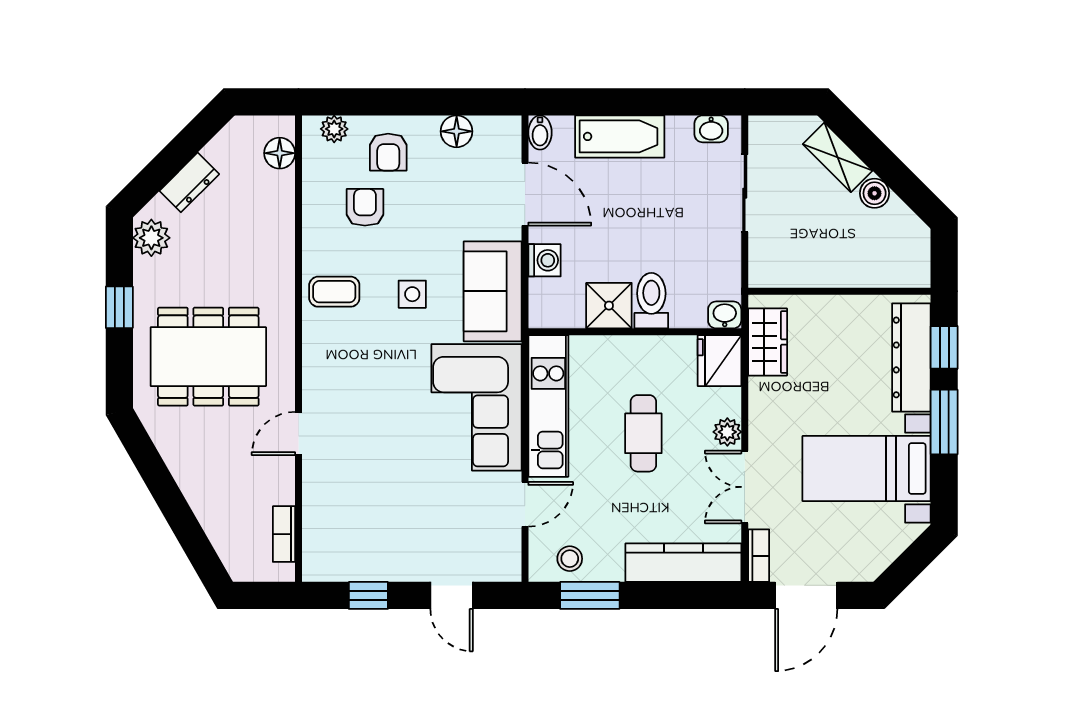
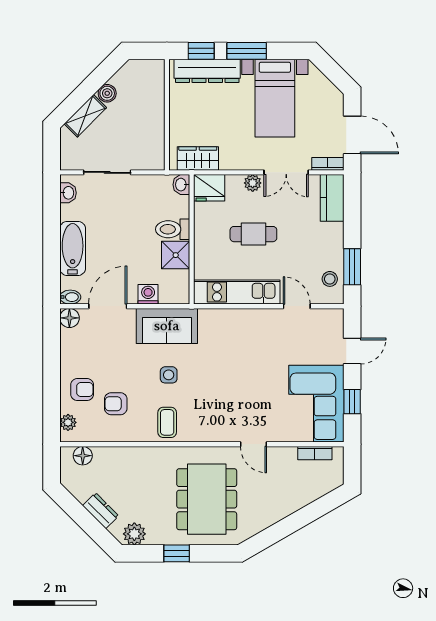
floor lamp: (457, 131) -> (69, 318), moved
corner sofa: (476, 407) -> (316, 404), moved, turned 90
kitchen counter: (683, 563) -> (332, 198), width x0.67

